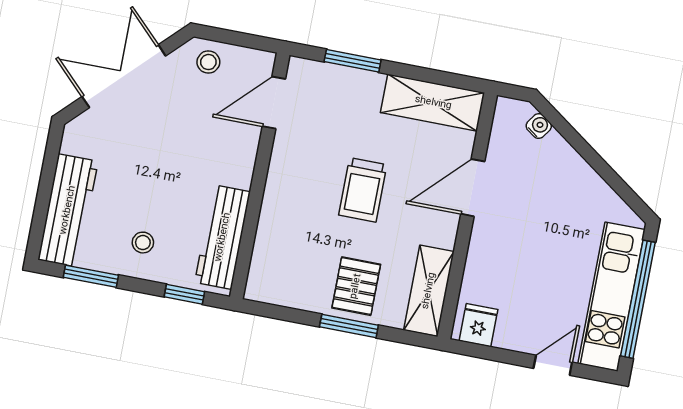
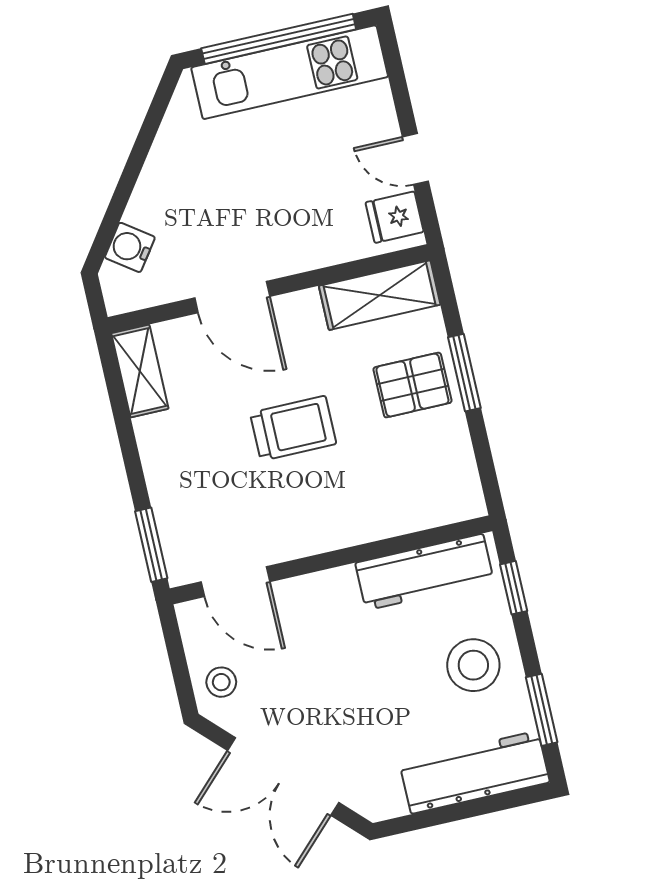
window: (353, 61) -> (151, 545), moved
shelving: (433, 103) -> (140, 371), width x0.67, depth x0.75
water cooler: (539, 126) -> (130, 247), width x1.38, depth x1.38
stool: (143, 243) -> (473, 665), width x1.89, depth x1.89
door: (553, 365) -> (415, 159), moved

